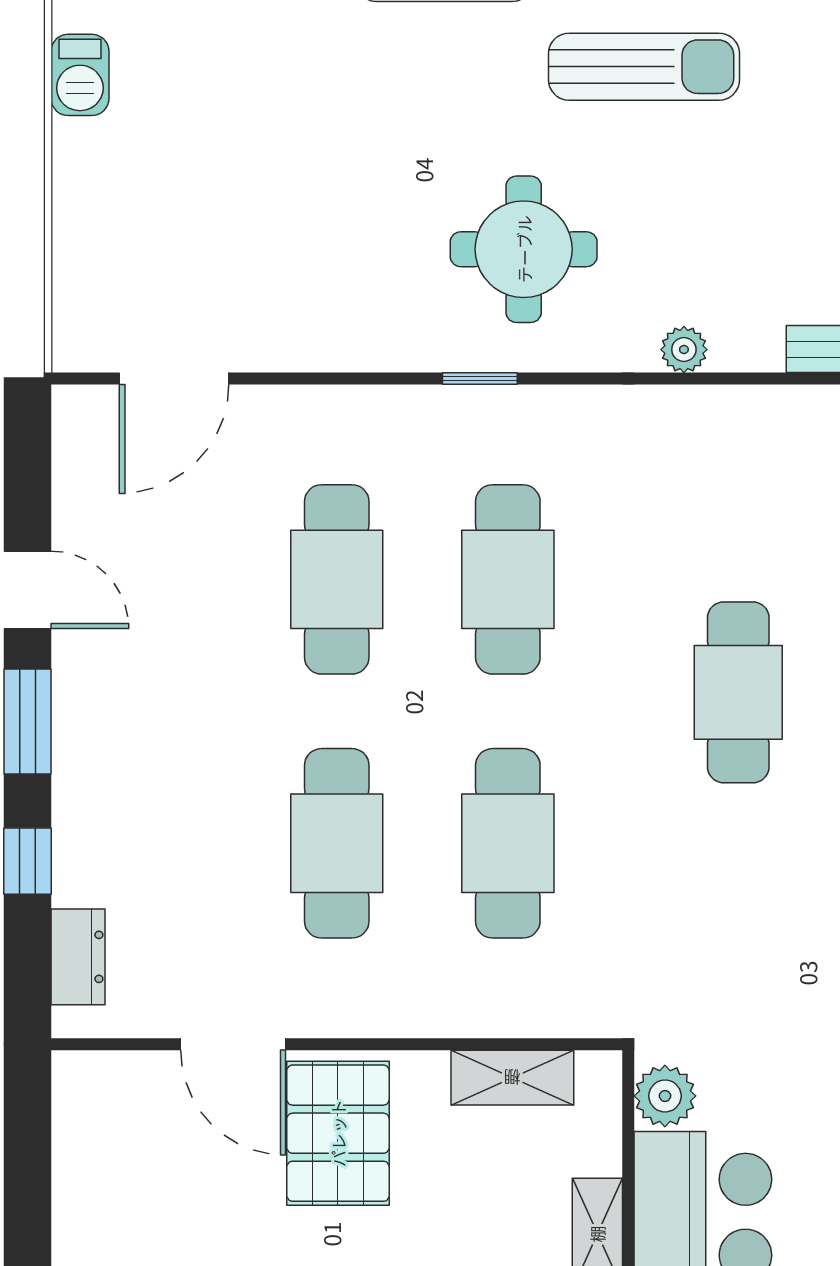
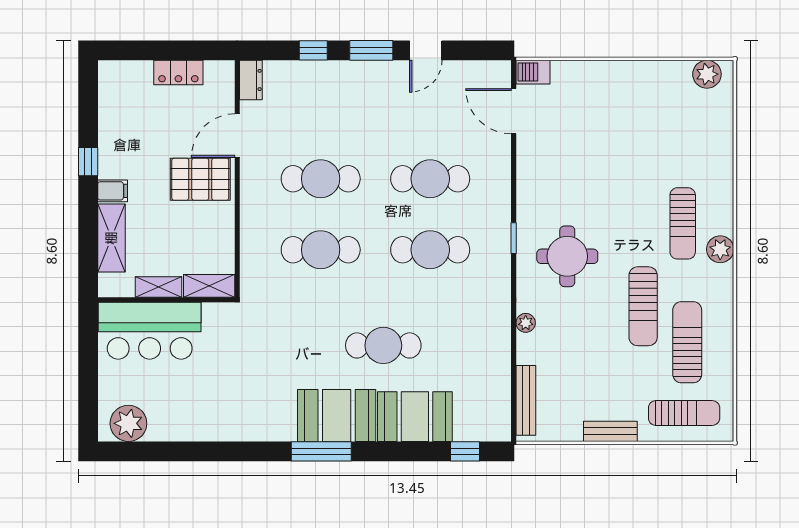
barbecue: (80, 75) -> (533, 72), moved
dresser: (78, 957) -> (251, 80), moved, turned -90
shelving: (512, 1078) -> (209, 286), moved, turned 90
plant: (665, 1096) -> (216, 315), removed
locker: (81, 1186) -> (178, 73), added

